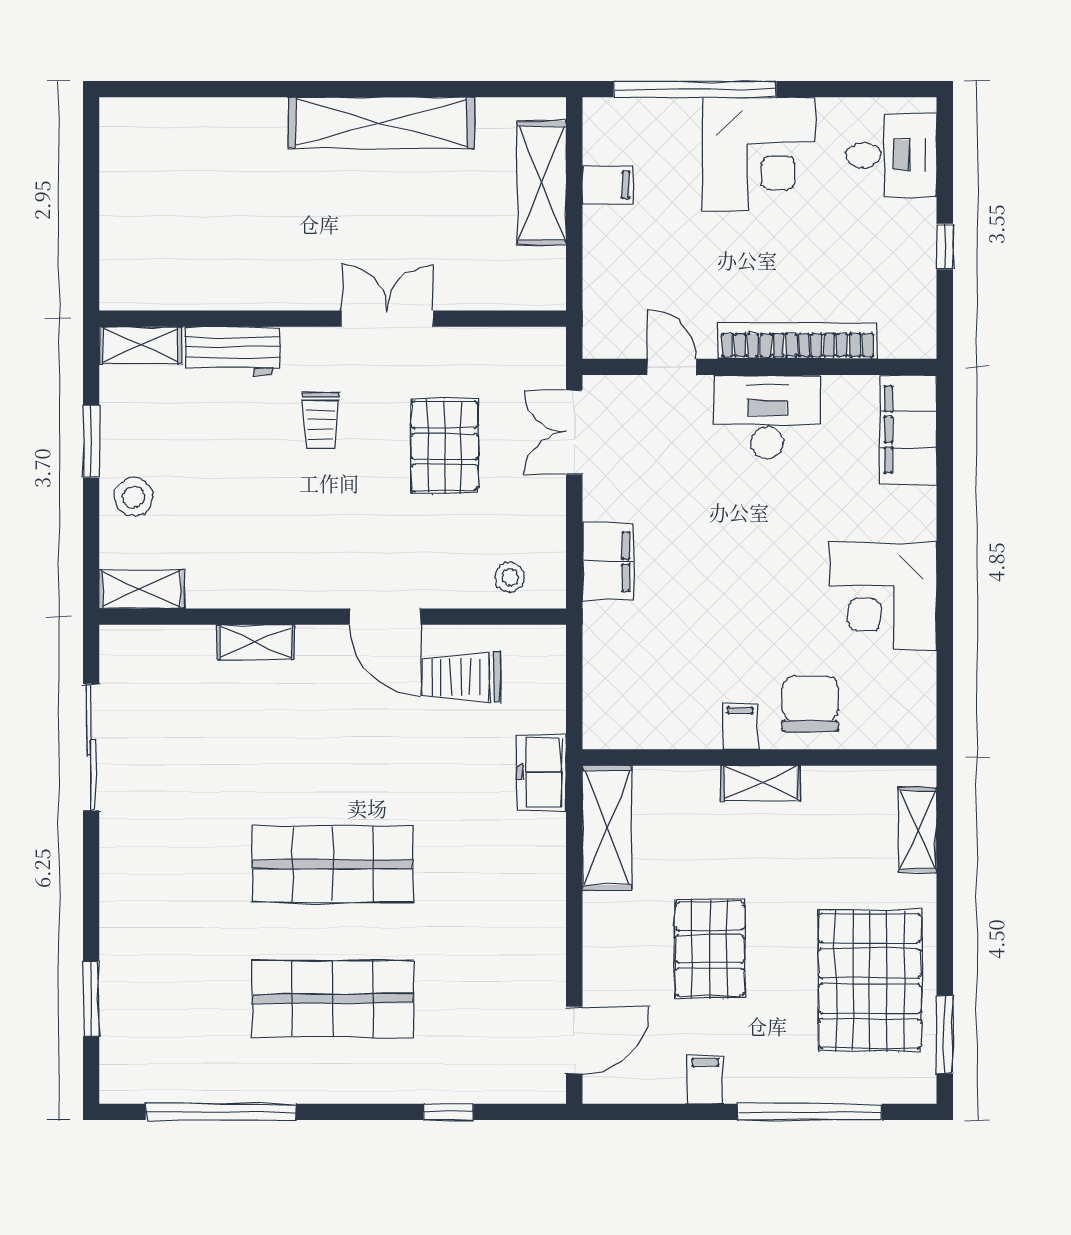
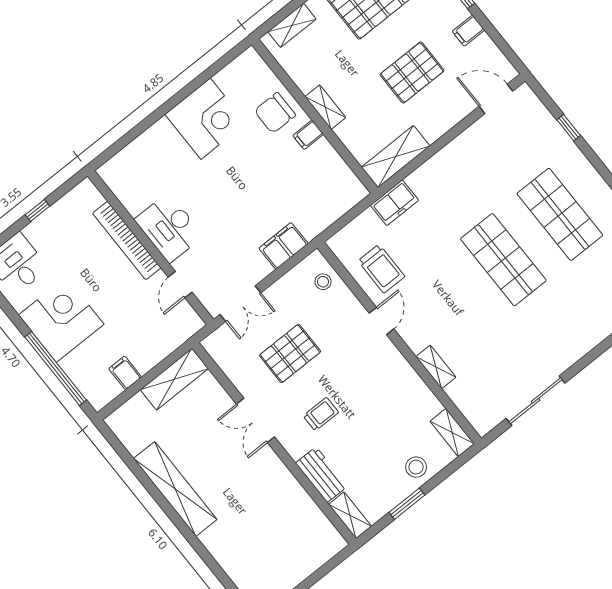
shelving: (542, 183) -> (174, 379), moved
filing cabinet: (908, 430) -> (127, 164), removed
door: (385, 617) -> (382, 321), width x0.73

